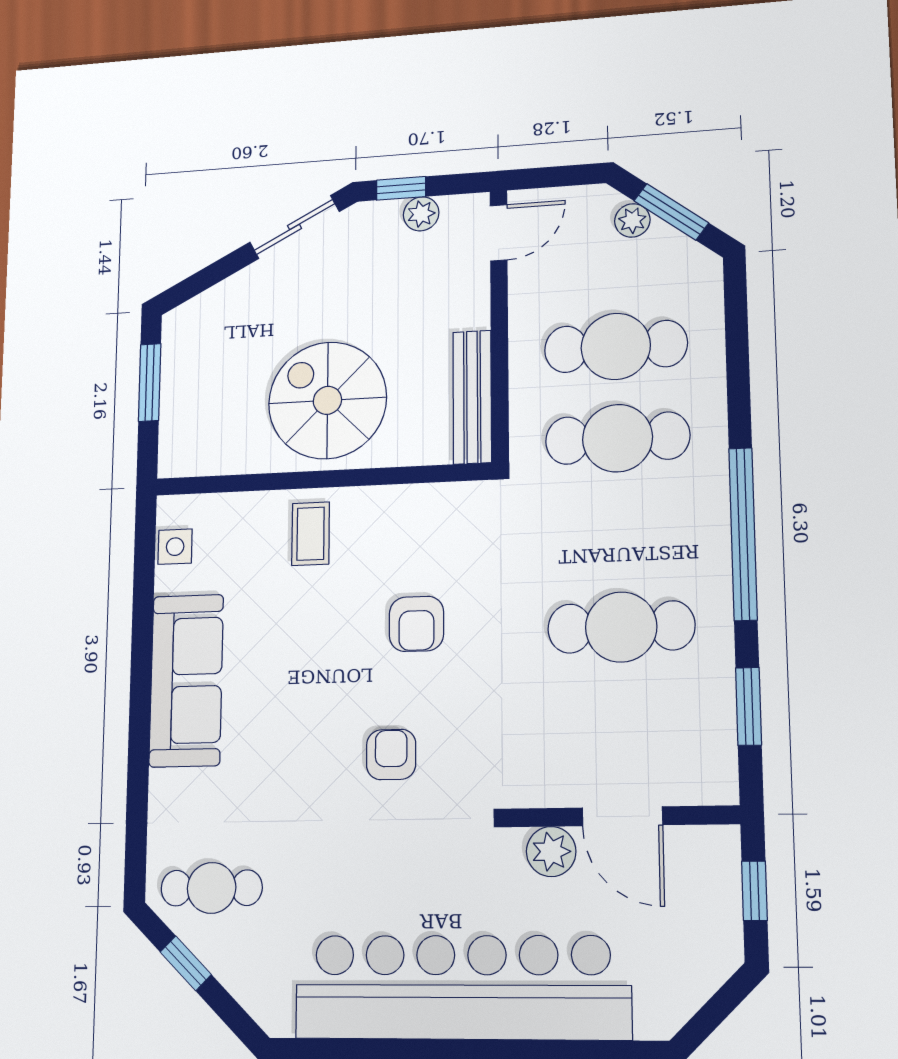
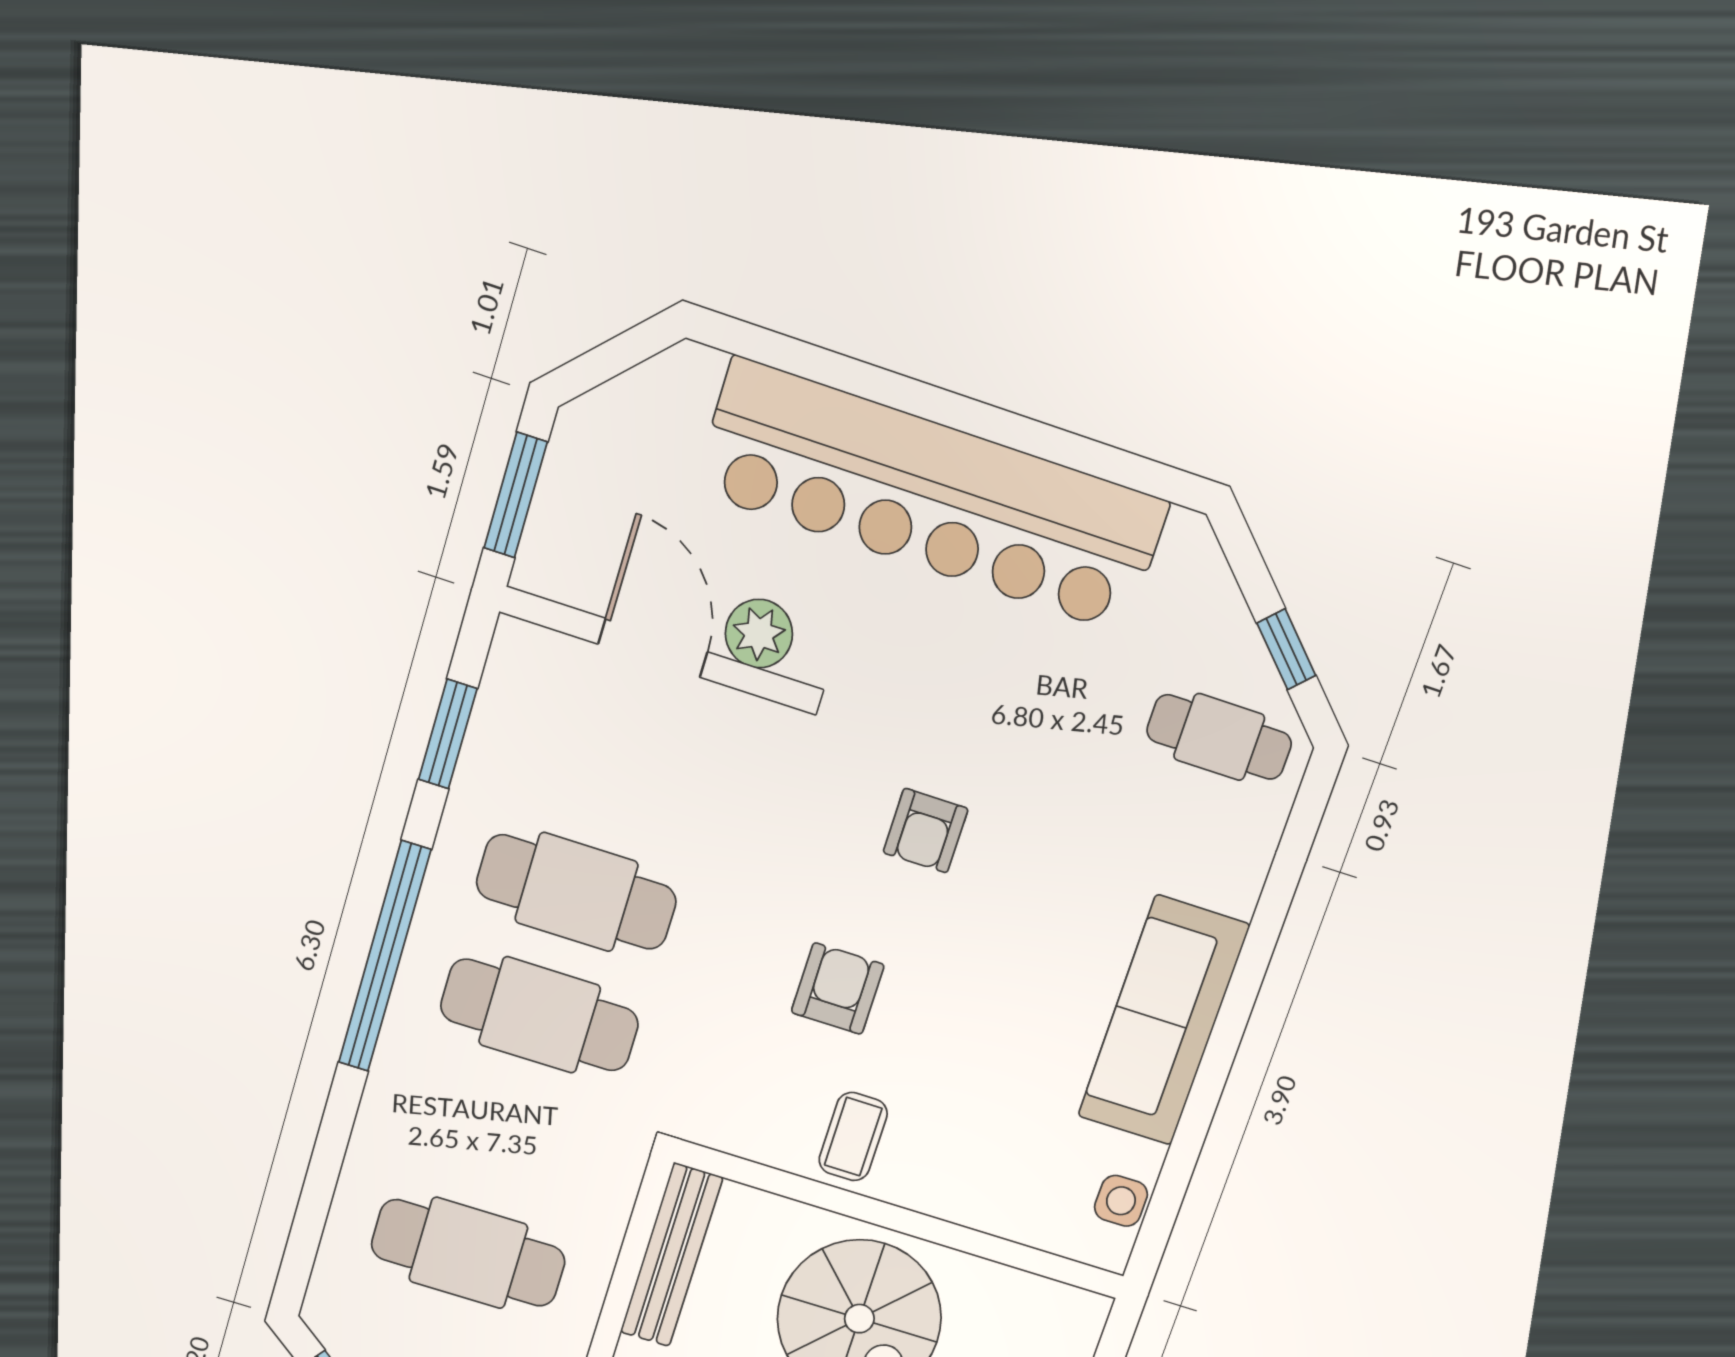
cafe table: (617, 438) -> (540, 1015), moved
coffee table: (311, 534) -> (853, 1137), moved
window: (754, 891) -> (516, 495), width x1.50

